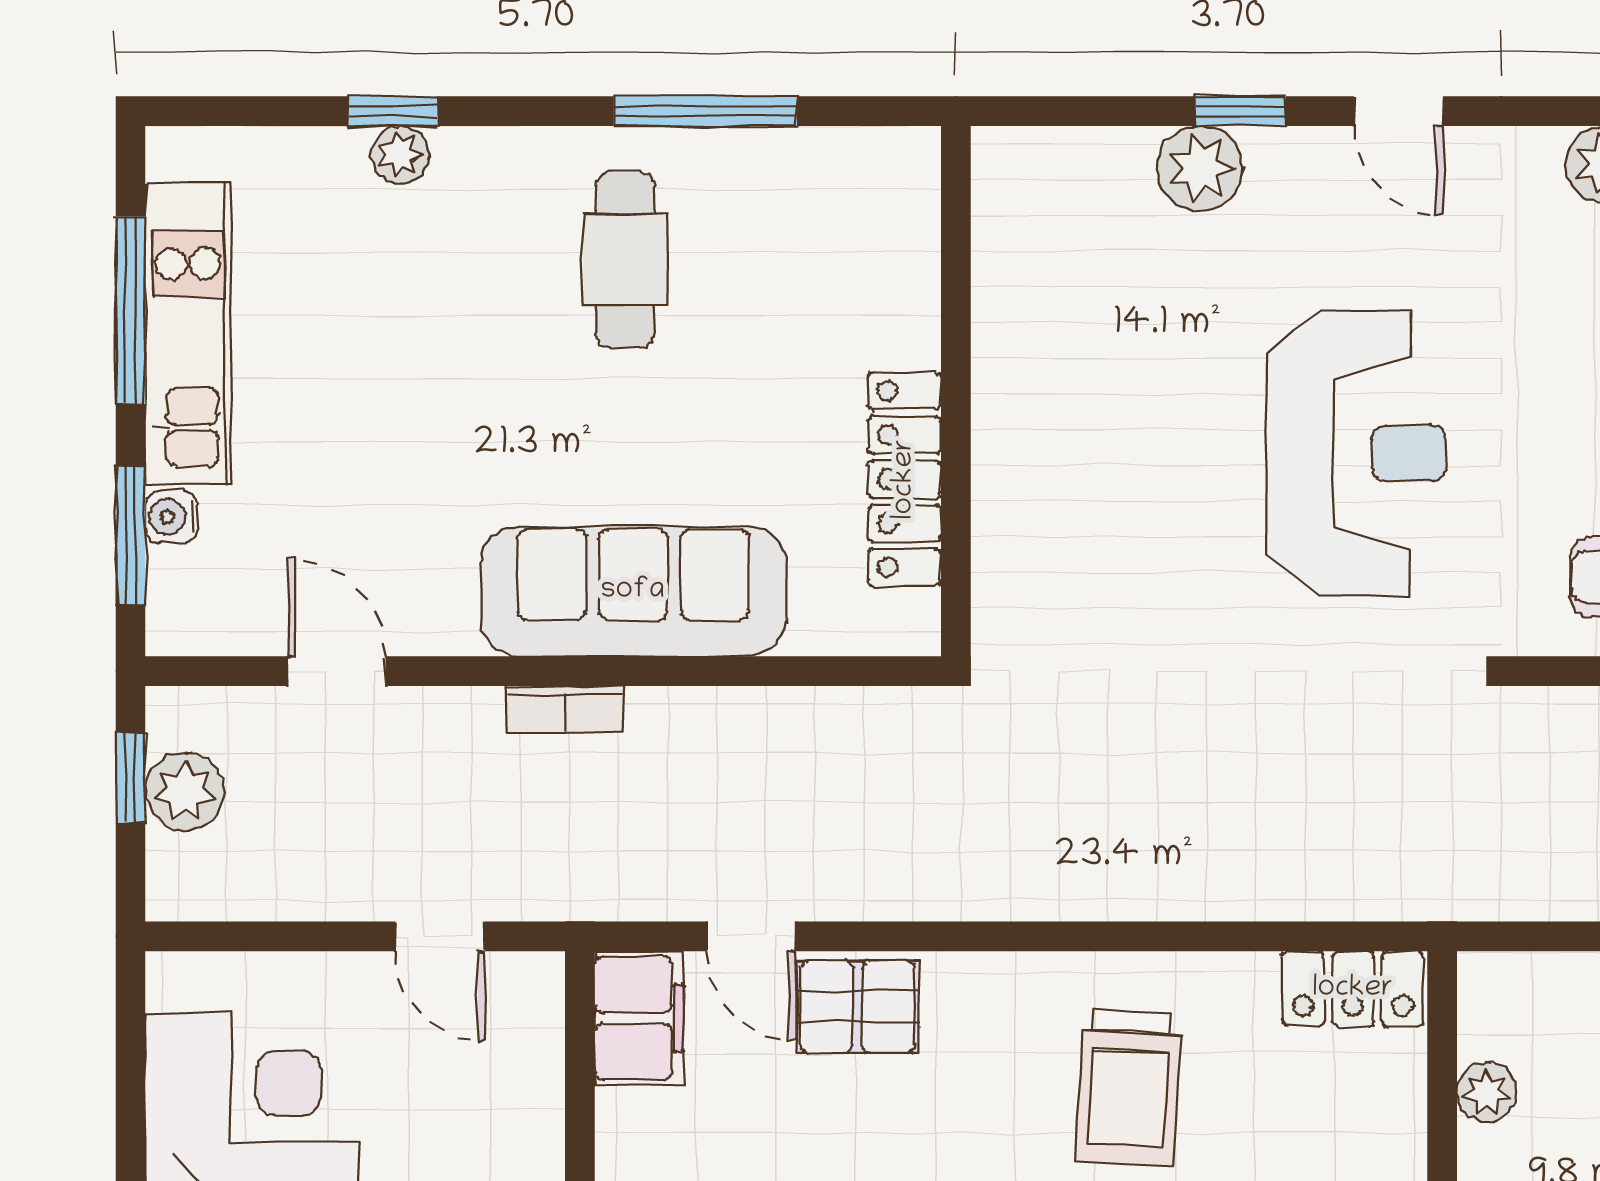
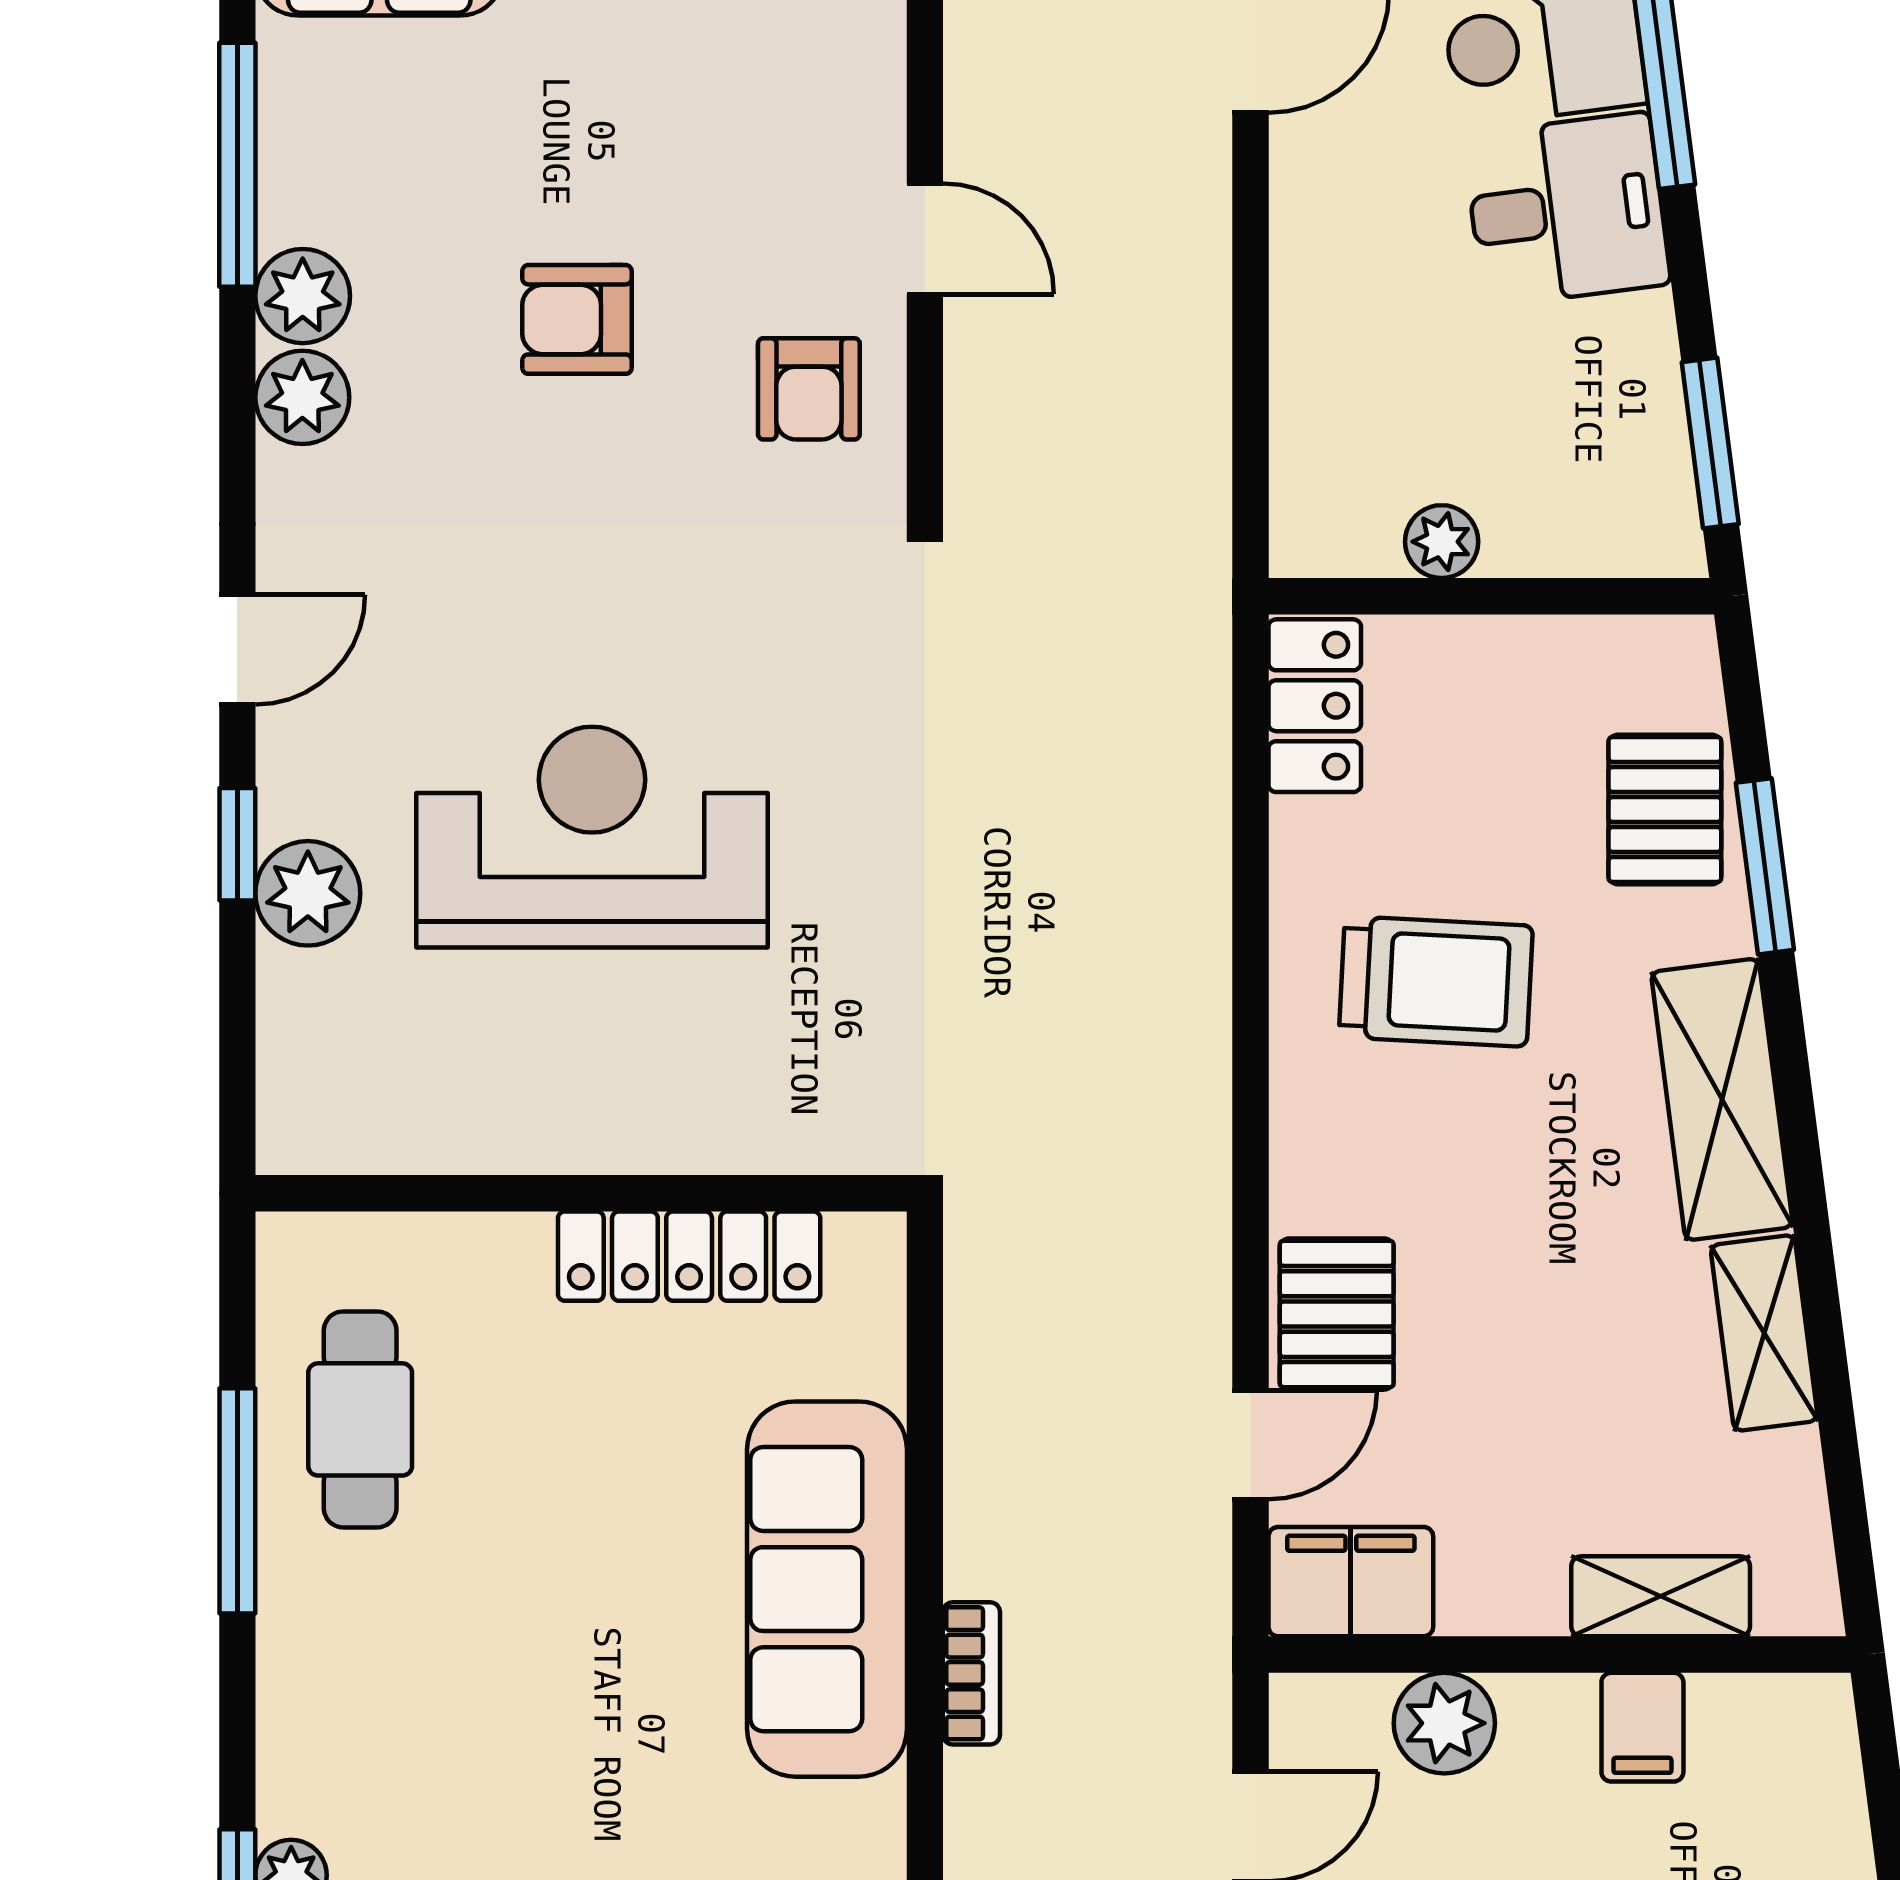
cafe table: (625, 260) -> (360, 1419), moved, turned 90
reception desk: (1357, 453) -> (592, 837), moved
plant: (524, 1094) -> (1444, 1723), added

